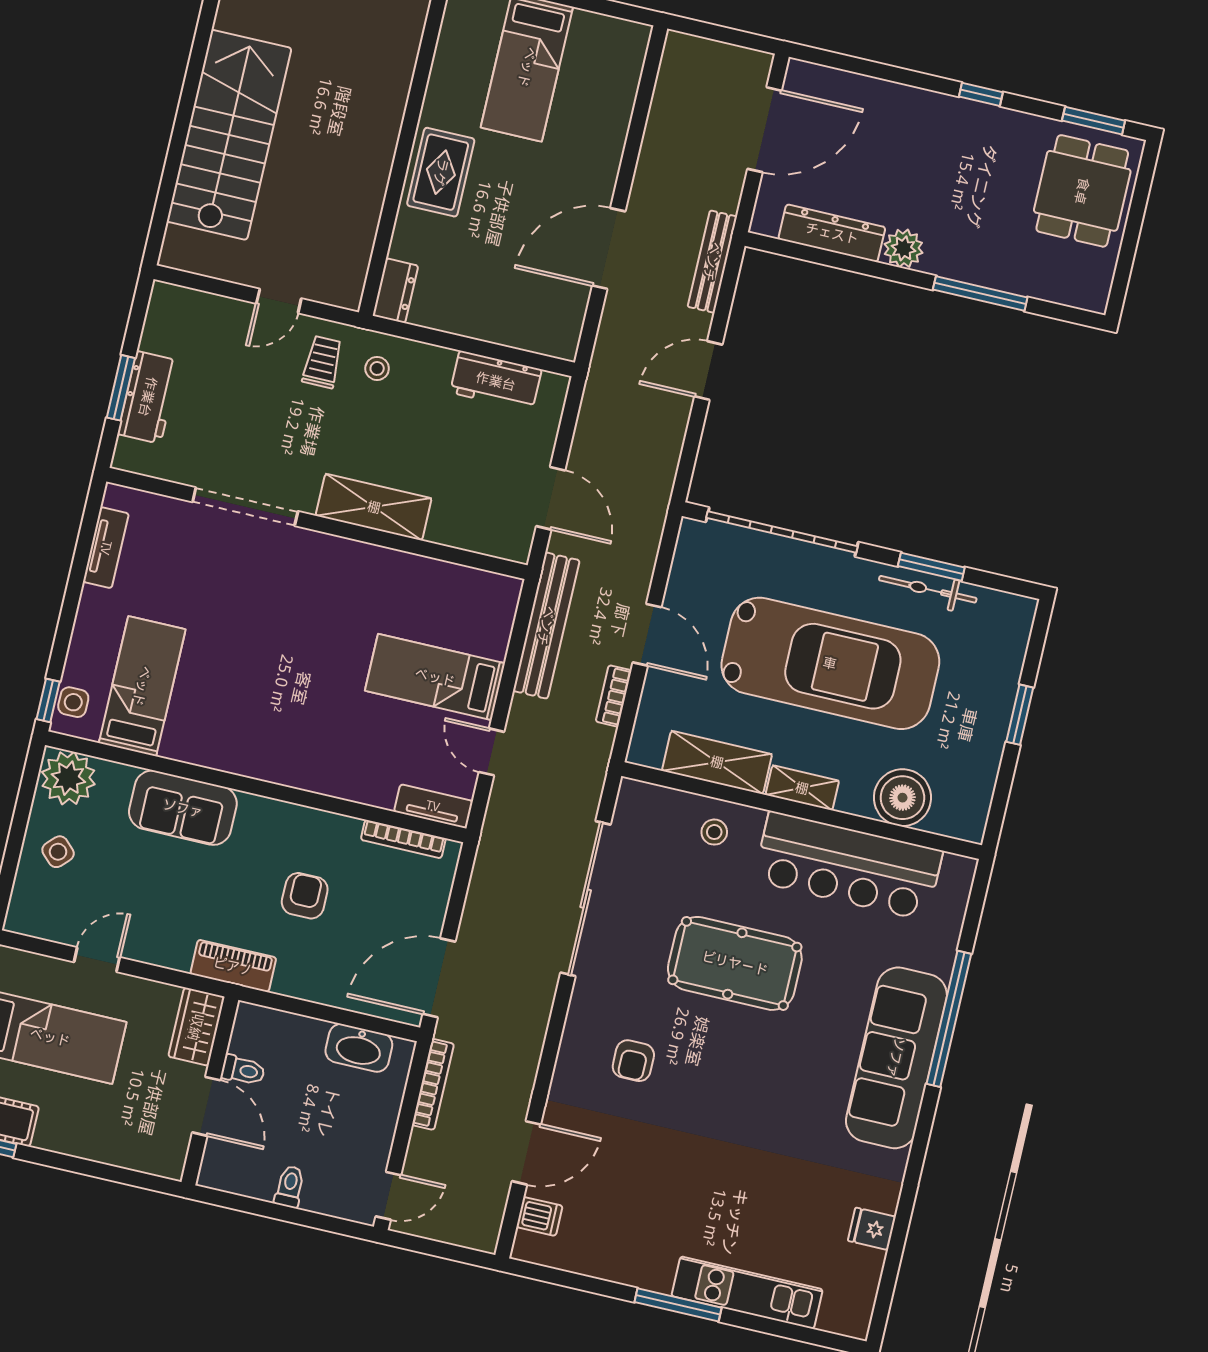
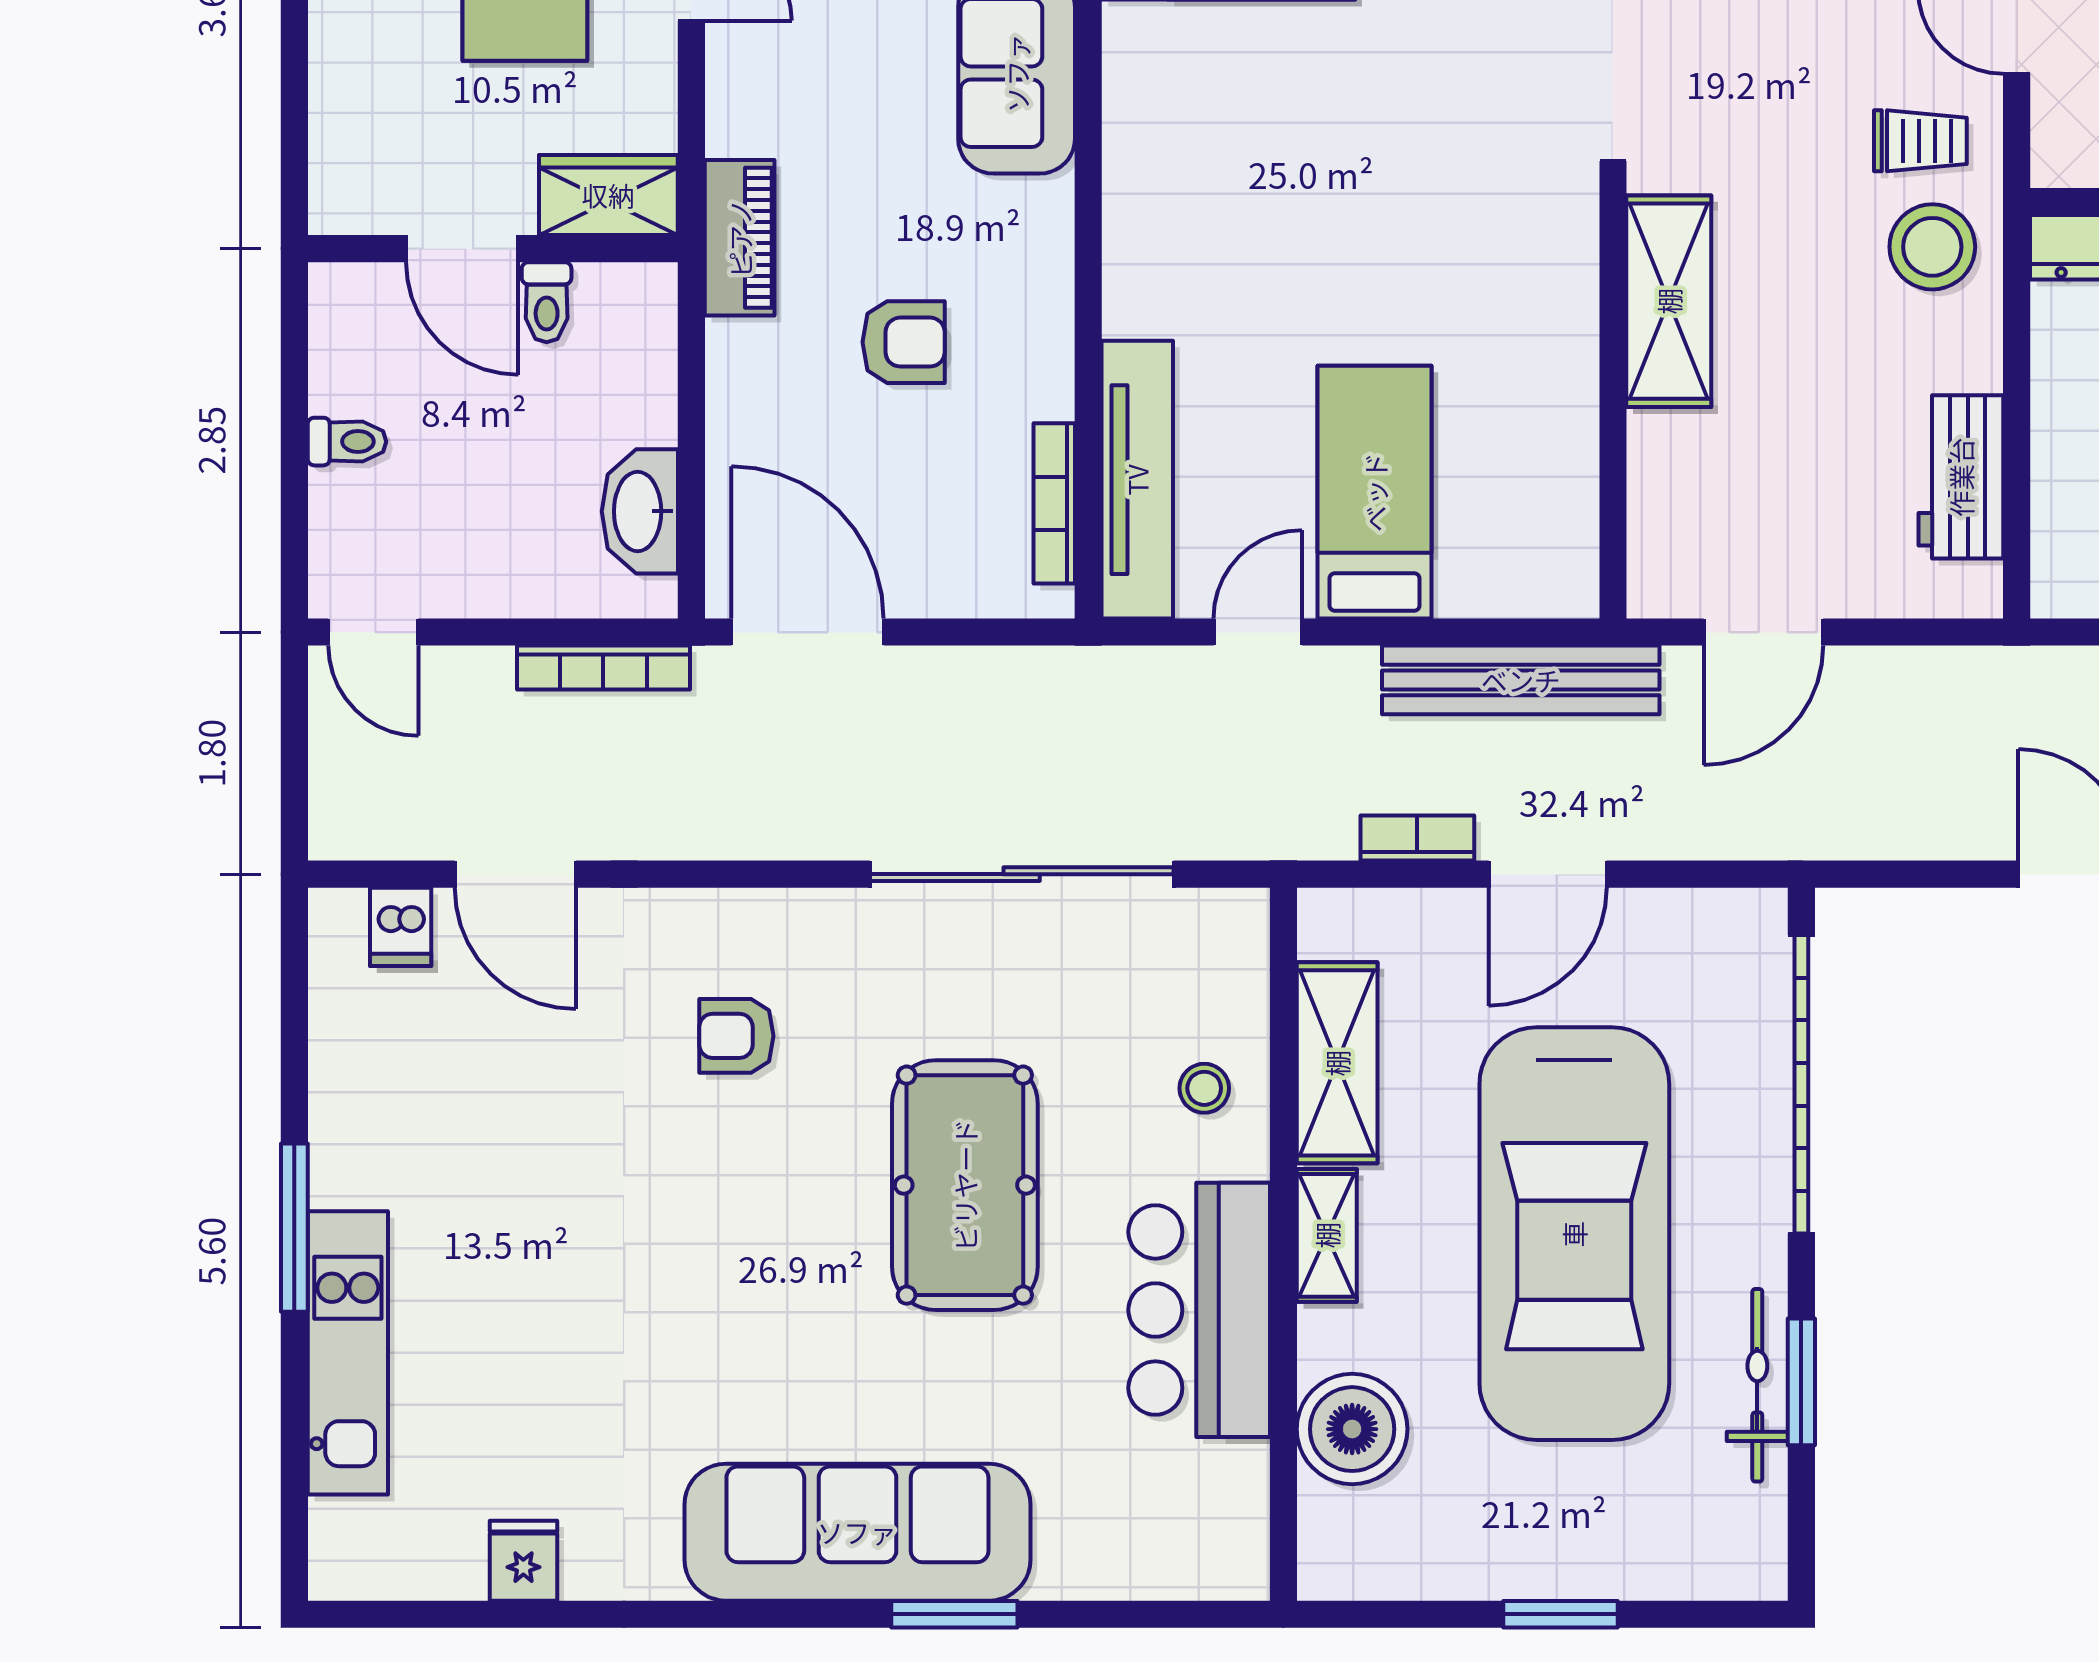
stool: (377, 368) -> (1932, 247), width x1.89, depth x1.89
tv unit: (433, 806) -> (1137, 480), width x1.92, depth x1.29
bar counter: (848, 866) -> (1199, 1310), width x0.73
window: (949, 1019) -> (954, 1614), width x0.47
door: (206, 1106) -> (462, 249), hinge flipped

